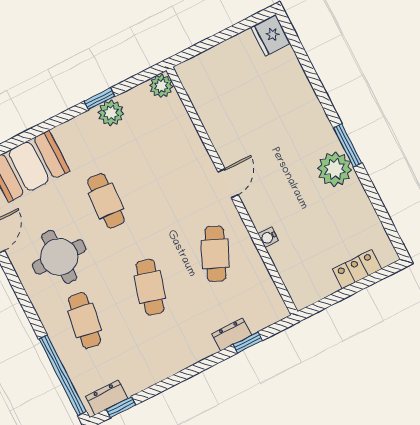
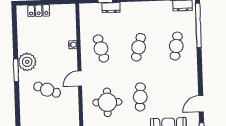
cafe table: (276, 137) -> (47, 90), added
cafe table: (215, 254) -> (101, 49), turned -39
round table: (59, 257) -> (107, 102), moved

